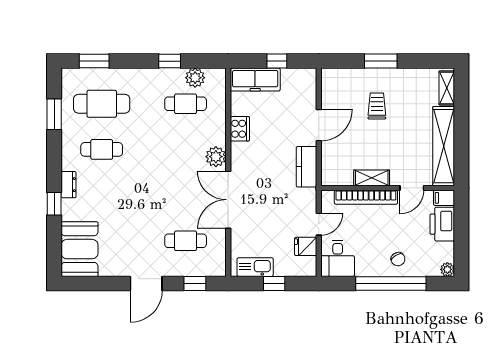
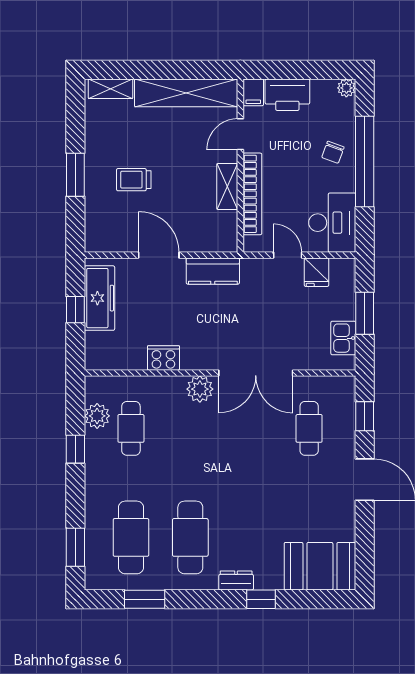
freezer: (255, 80) -> (99, 298), moved
cafe table: (102, 149) -> (190, 537), width x1.37, depth x1.35
door: (412, 188) -> (240, 134), swing flipped
desk: (338, 259) -> (332, 223), width x1.37
chair: (398, 259) -> (333, 152), turned 140
kitchen sink: (255, 267) -> (343, 338), width x0.73
window: (274, 284) -> (365, 313), width x1.50

